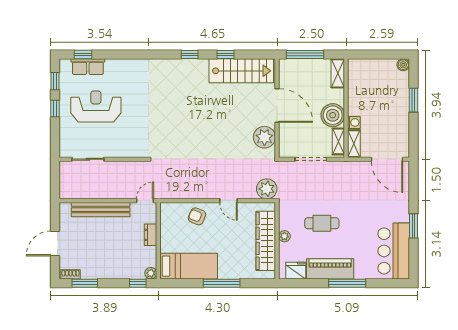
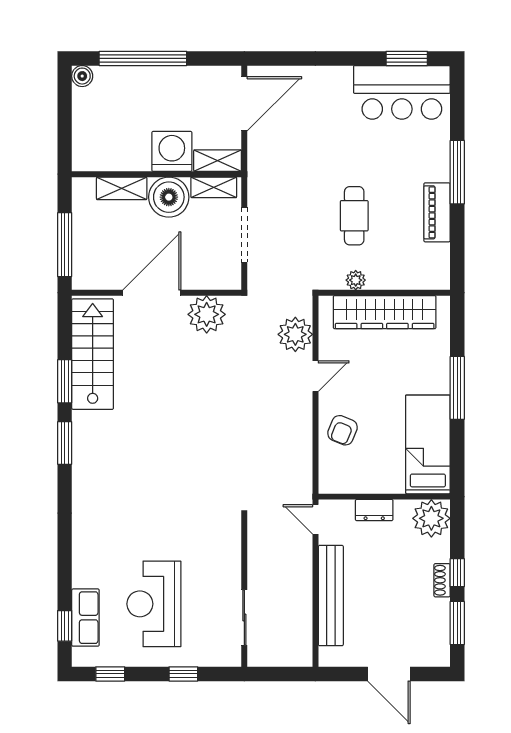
window: (190, 55) -> (65, 443), width x1.50
window: (225, 55) -> (65, 381), width x1.50
shelving: (338, 73) -> (122, 188), moved
window: (413, 100) -> (143, 58), width x2.11
window: (55, 108) -> (183, 674), moved
washing machine: (354, 122) -> (172, 151), width x1.89, depth x1.89
plant: (267, 189) -> (295, 334), moved
window: (413, 226) -> (407, 58), moved
plant: (284, 236) -> (356, 280), moved
piano: (330, 269) -> (437, 212), width x0.73, depth x0.75
fridge: (296, 271) -> (436, 261), removed
plant: (151, 273) -> (431, 518), width x1.88, depth x1.88
shoe rack: (71, 274) -> (442, 580), moved
window: (138, 283) -> (457, 573), moved

